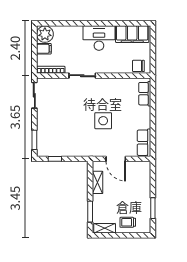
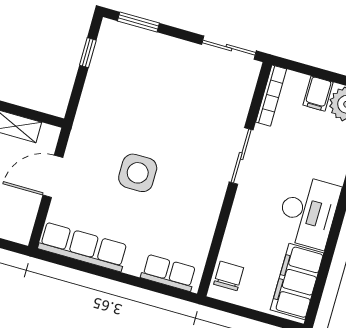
row of seats: (144, 143) -> (83, 247), width x1.48

